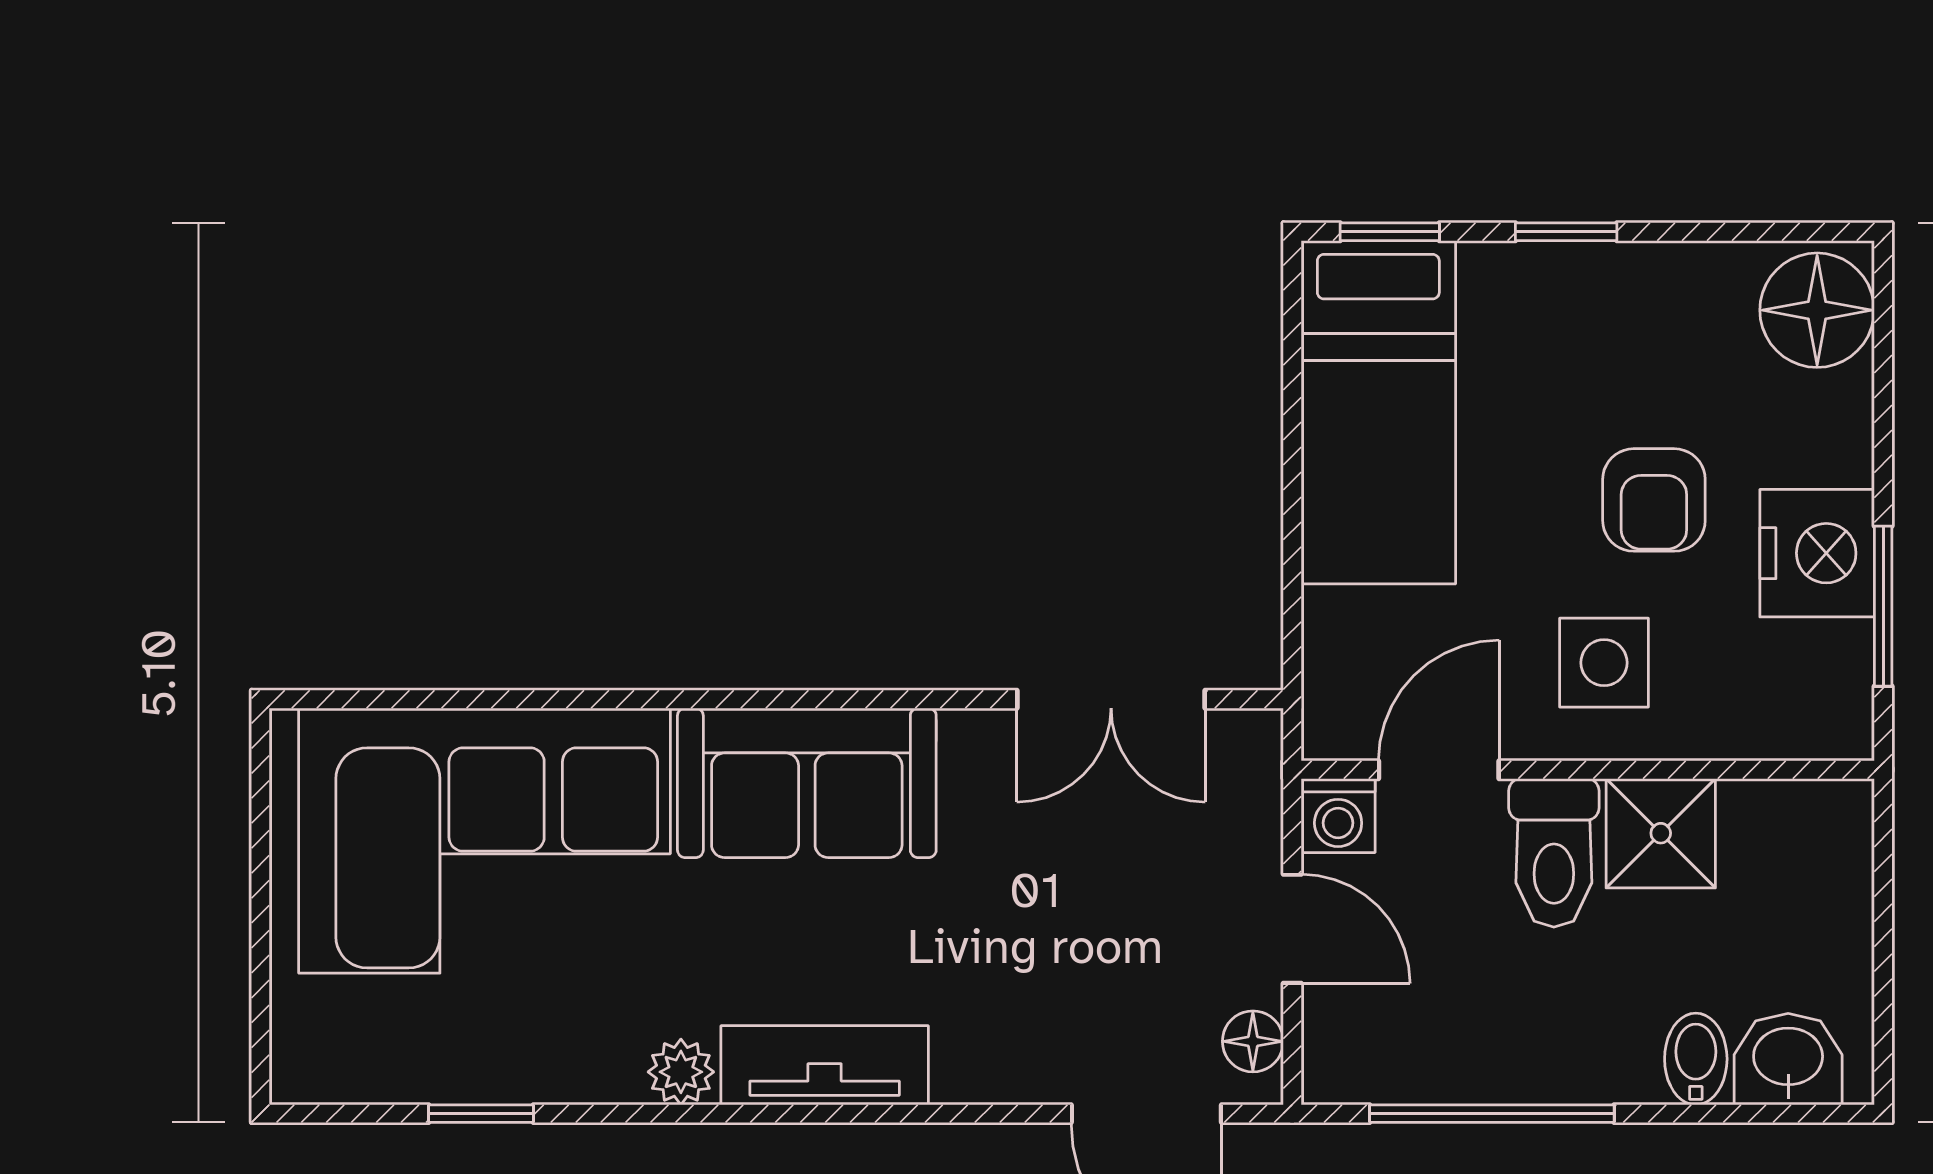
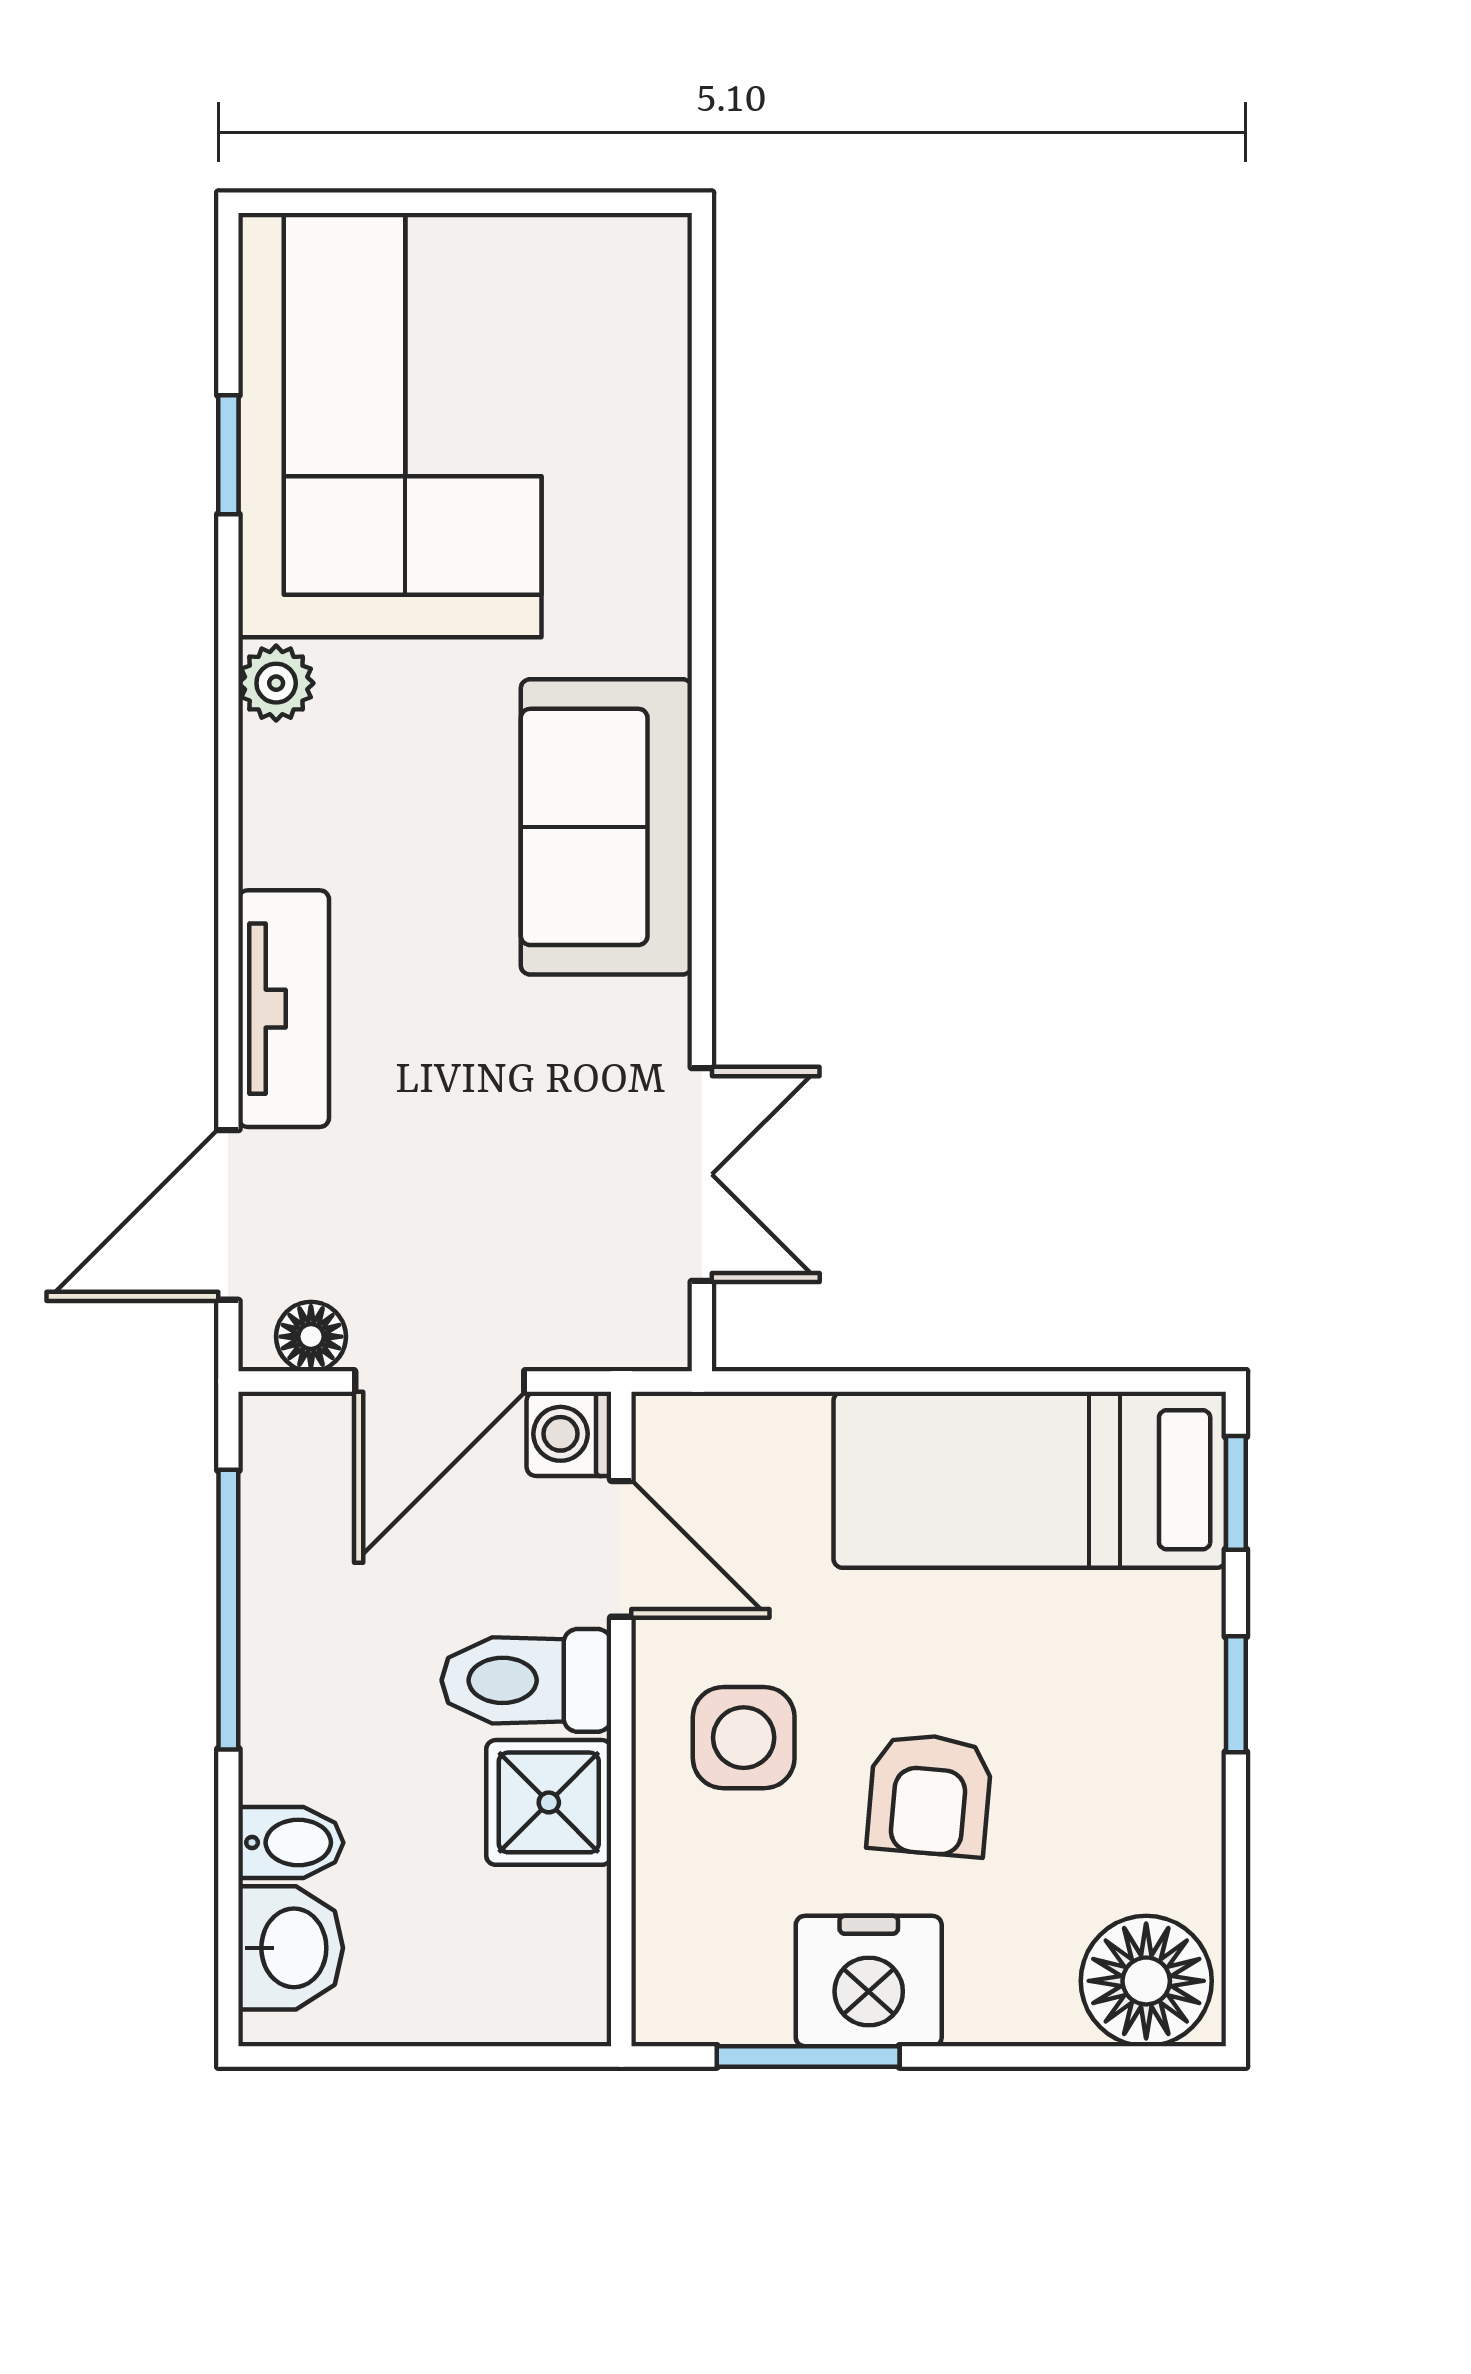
armchair: (1654, 500) -> (929, 1795), turned -85
double door: (1111, 699) -> (702, 1174), swing flipped
corner sofa: (485, 841) -> (390, 425), moved, turned 180
door: (1292, 929) -> (440, 1381), width x1.37
tv unit: (825, 1065) -> (284, 1009), moved

